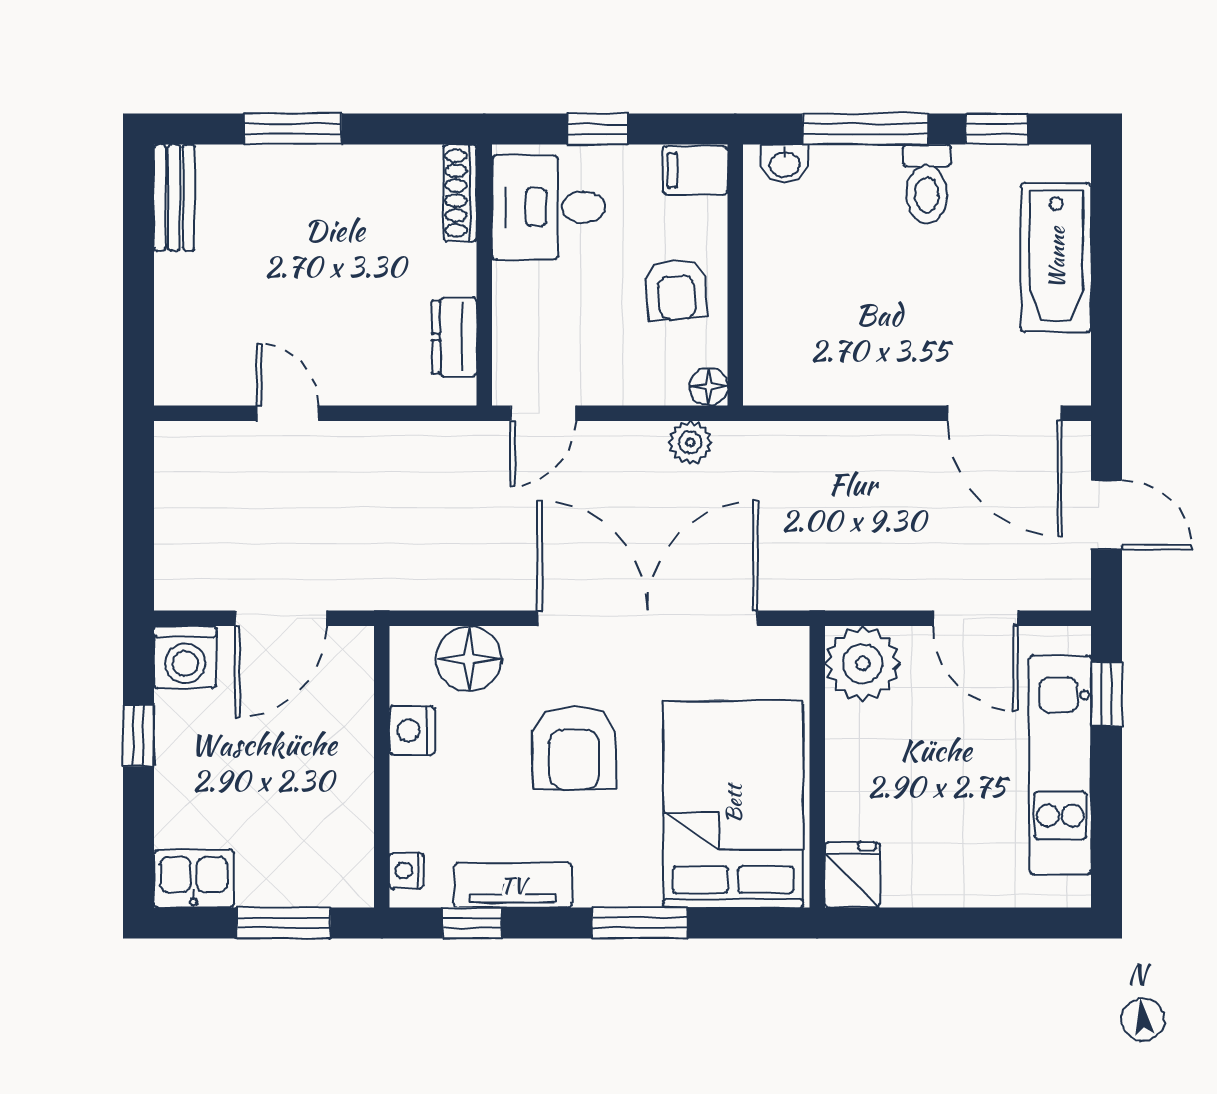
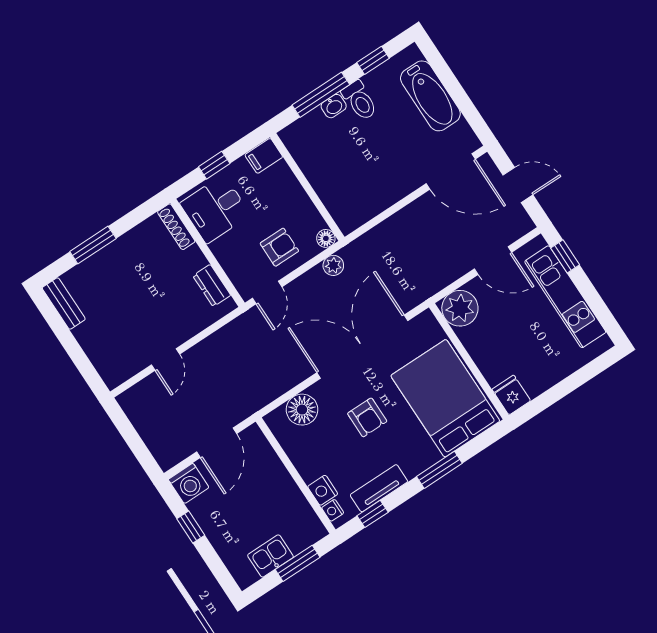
washbasin: (784, 164) -> (334, 106), moved
armchair: (676, 289) -> (279, 247), moved, turned -86
door: (288, 413) -> (165, 360), swing flipped
nightstand: (412, 730) -> (323, 490), moved
armchair: (574, 748) -> (367, 417), width x0.72, depth x0.72
kitchen sink: (194, 879) -> (270, 556), moved

